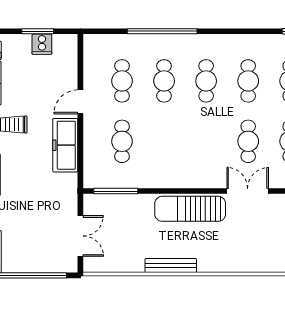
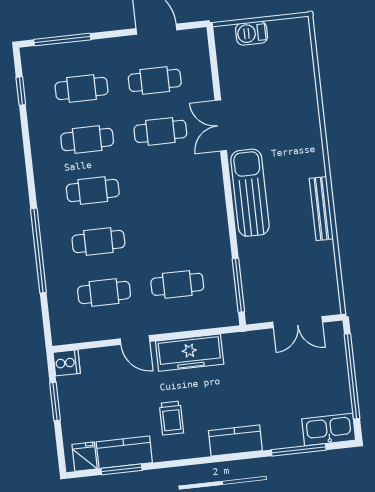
cooker: (42, 44) -> (67, 363), moved
sun lounger: (190, 209) -> (250, 193), turned 180
double door: (80, 236) -> (298, 322), swing flipped

